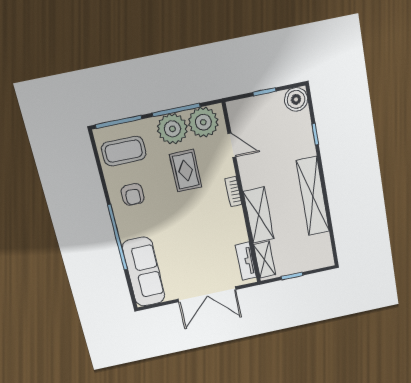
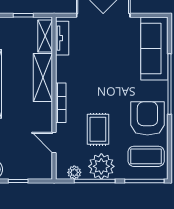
plant: (203, 122) -> (74, 172), width x0.53, depth x0.53
bookcase: (233, 192) -> (61, 103), width x1.56
armchair: (133, 195) -> (147, 118), width x1.88, depth x1.88

